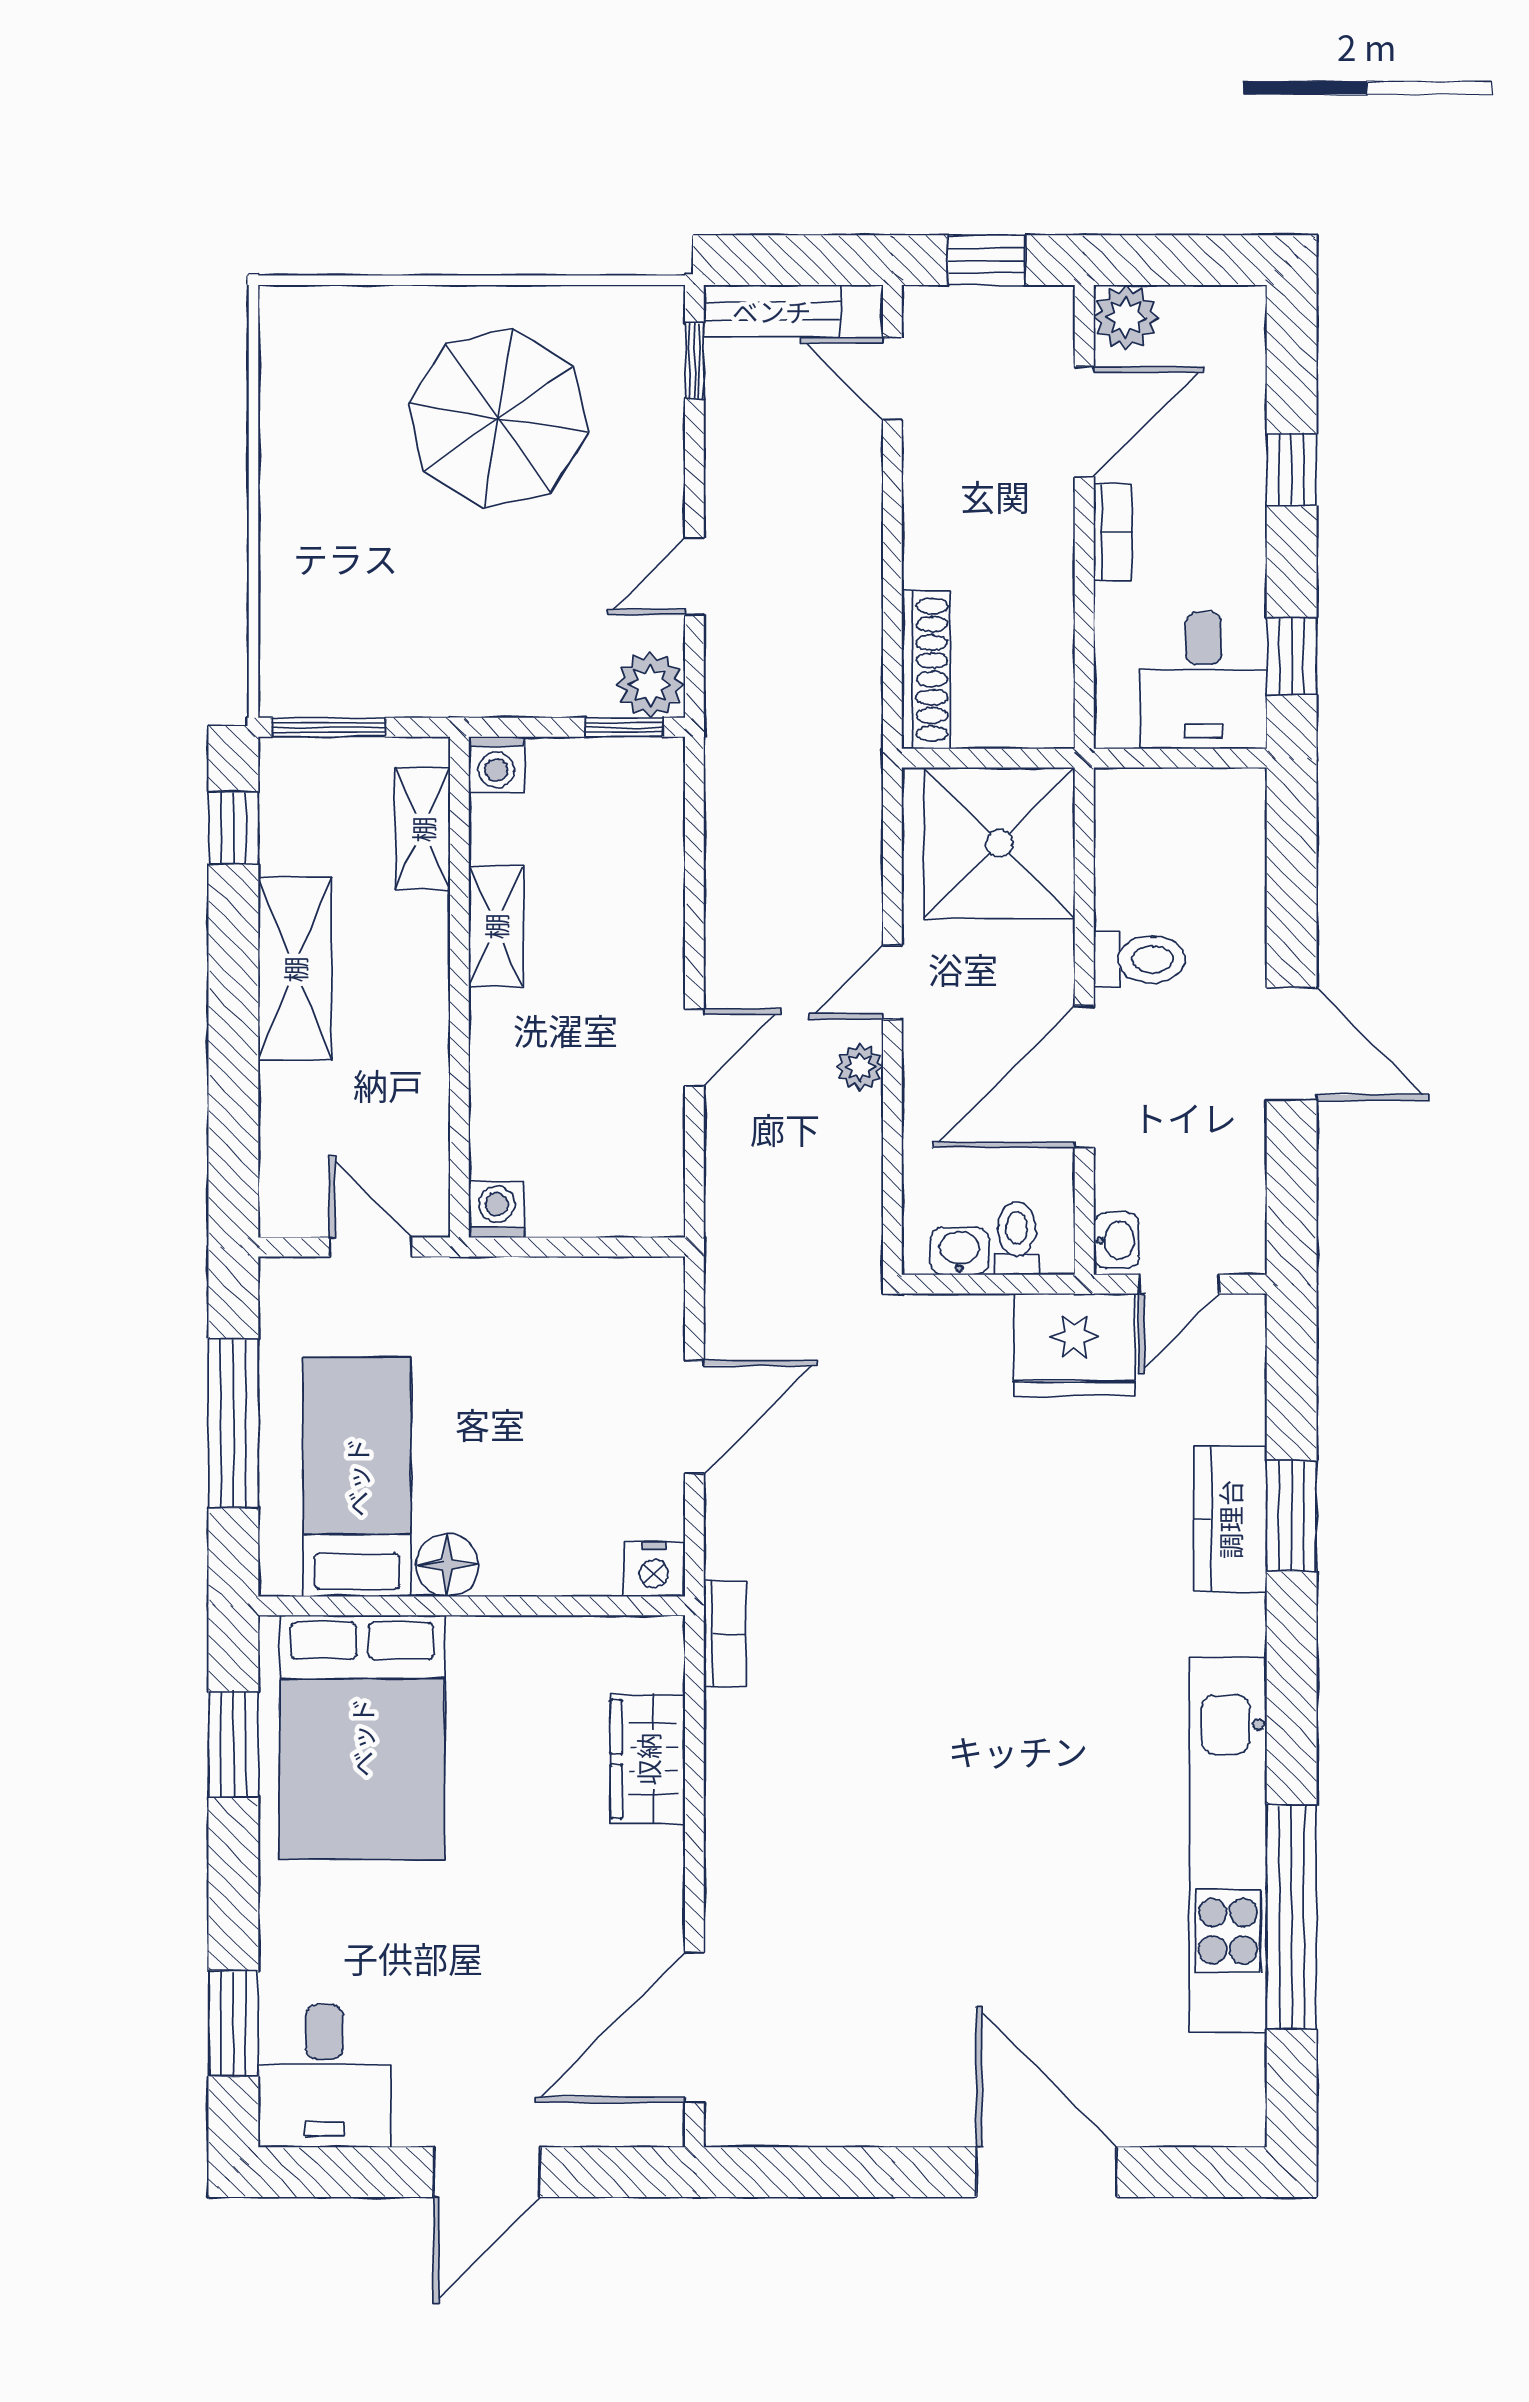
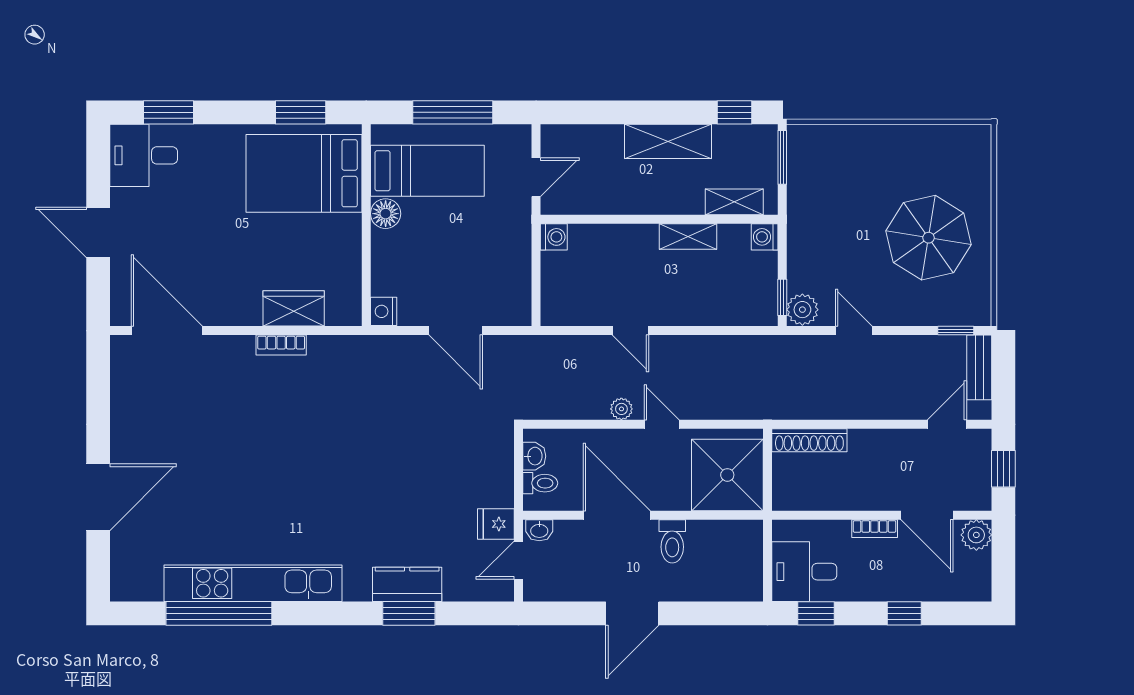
door: (1179, 1284) -> (519, 560), hinge flipped
fridge: (1074, 1345) -> (496, 524), width x0.53, depth x0.75
bookcase: (725, 1634) -> (281, 345), moved

